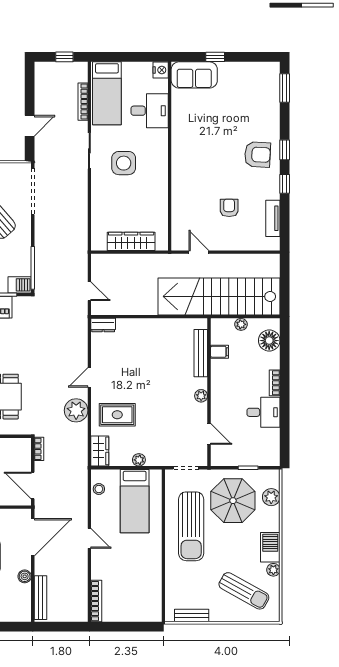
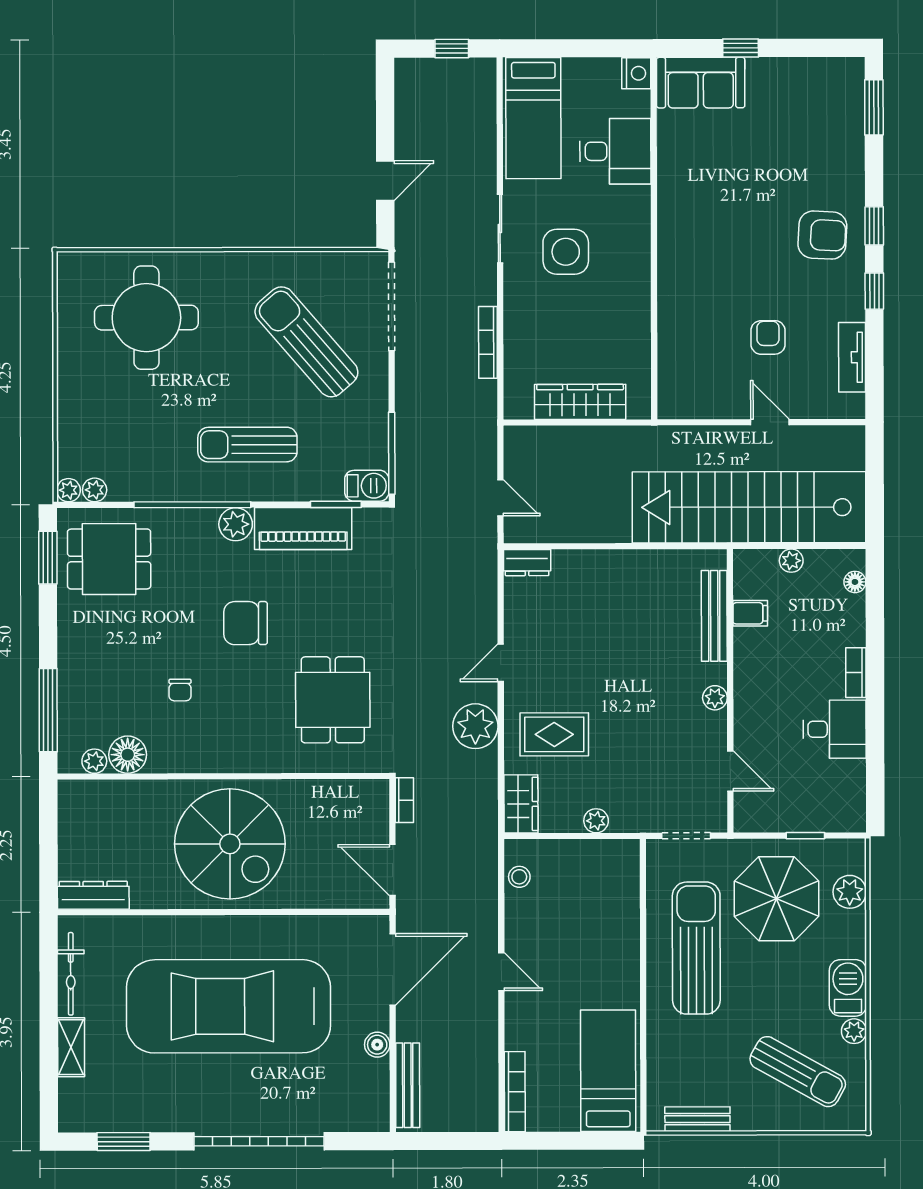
bookcase: (83, 102) -> (488, 342), moved
door: (199, 252) -> (770, 422), moved
floor lamp: (269, 341) -> (855, 582), width x0.53, depth x0.53
bed: (135, 501) -> (608, 1071), moved, turned 180
sun lounger: (191, 526) -> (696, 948), turned 180

